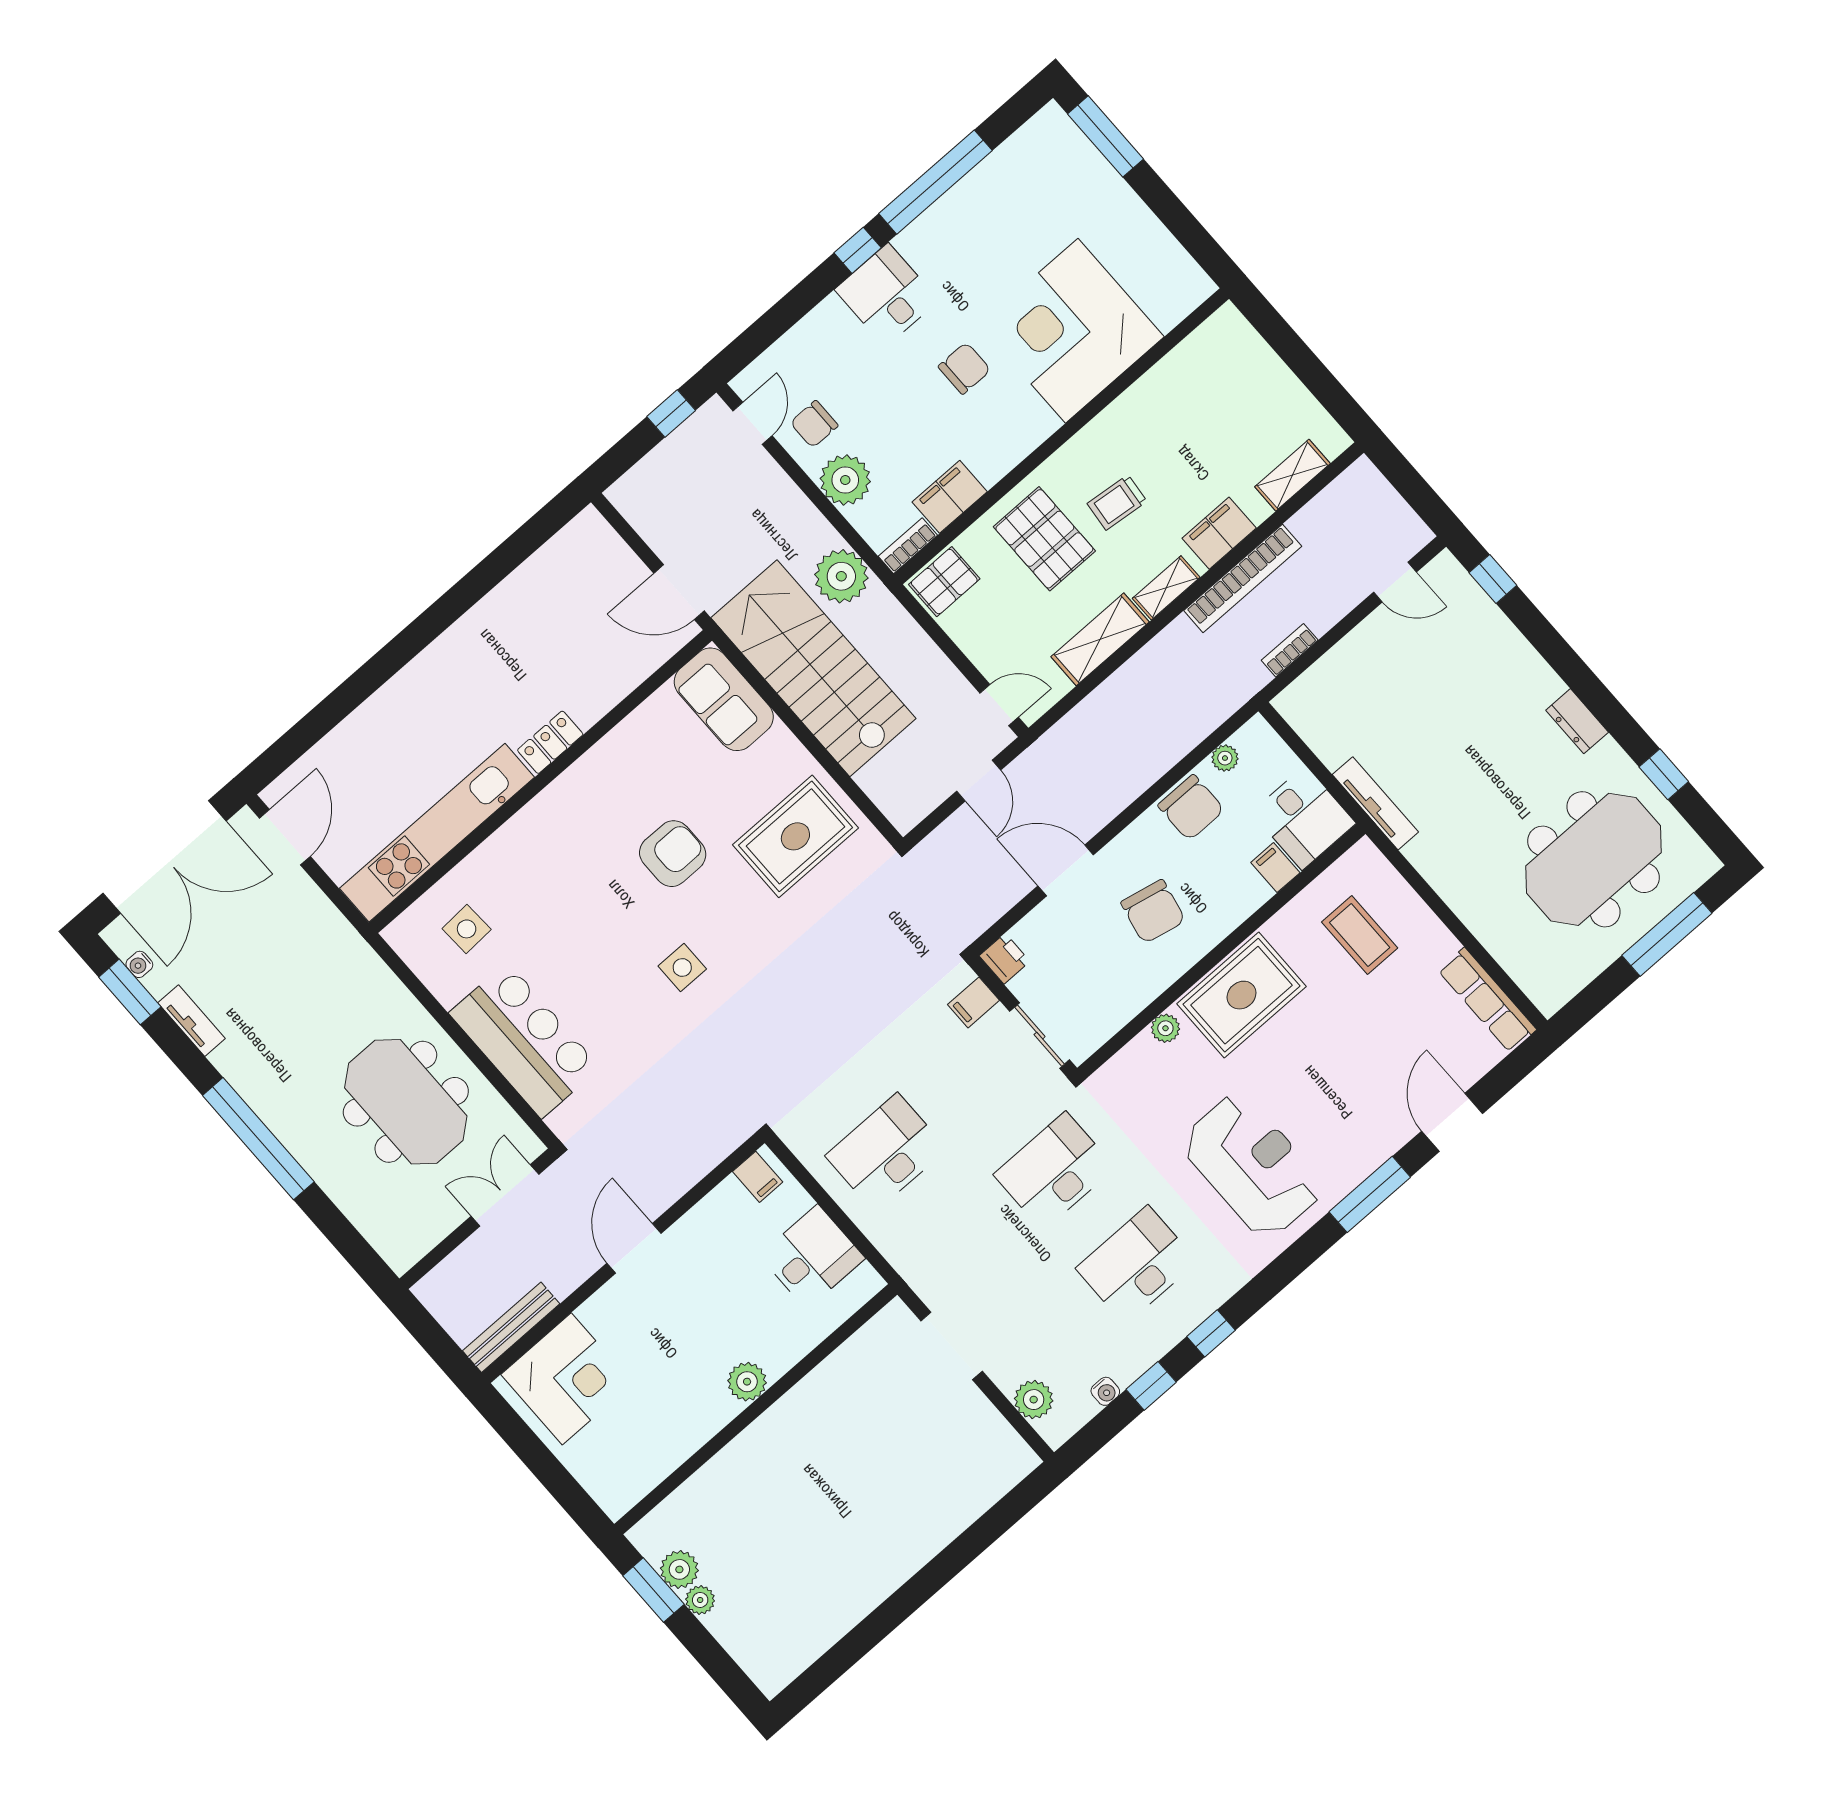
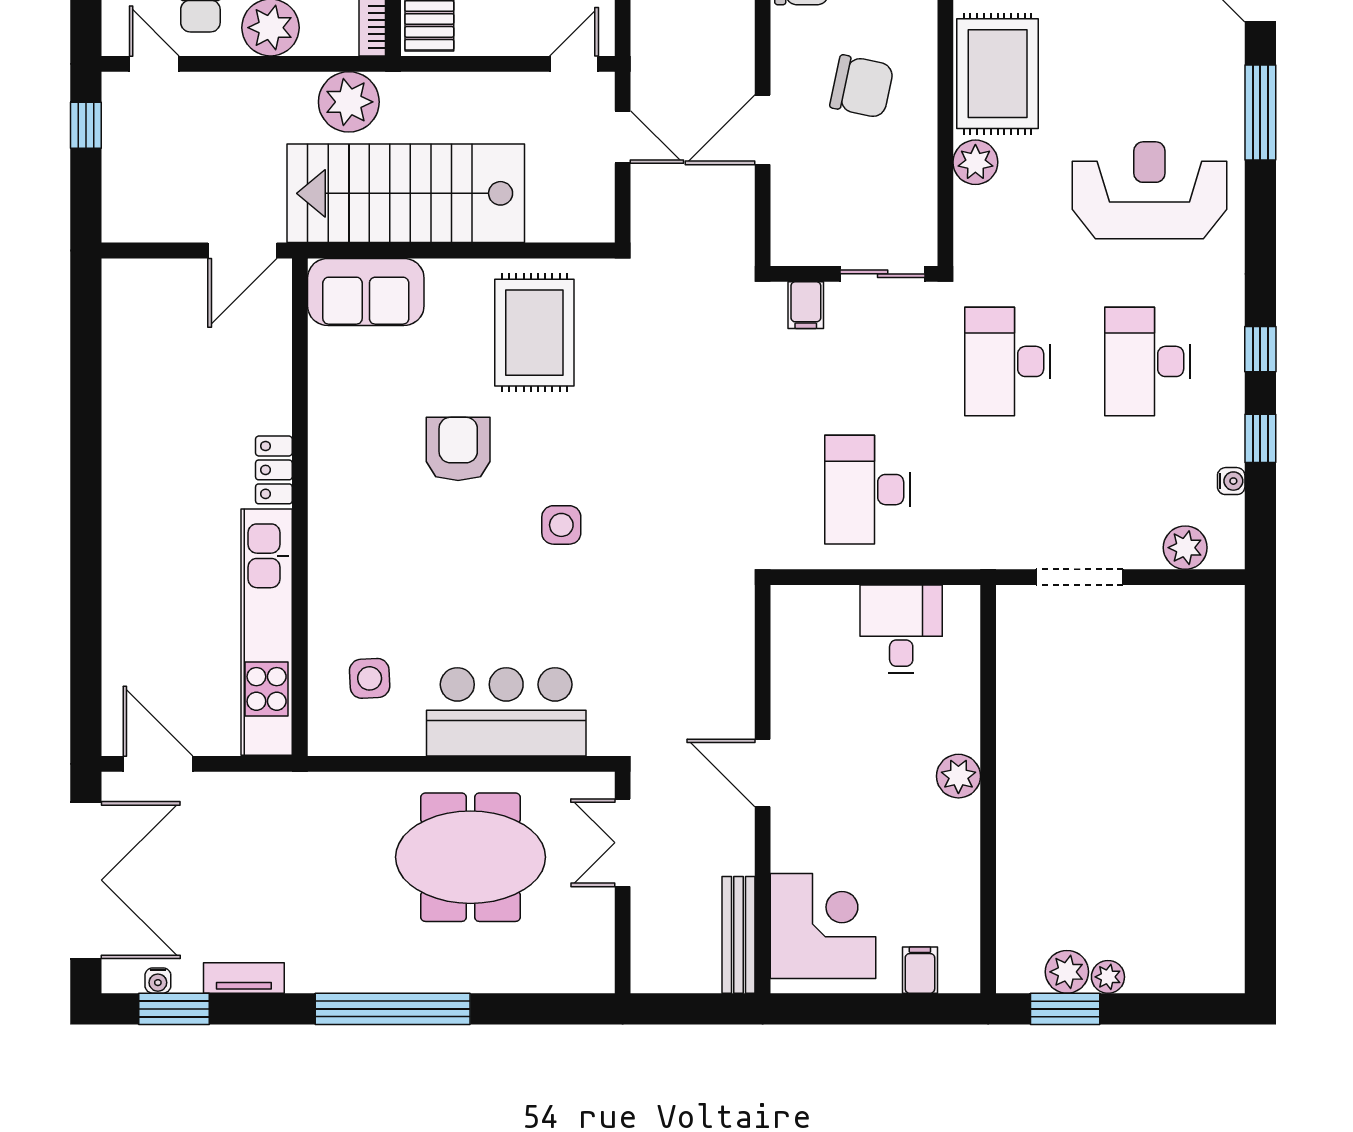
printer: (1004, 959) -> (792, 247), removed
plant: (1165, 1028) -> (975, 162), width x1.38, depth x1.38
filing cabinet: (758, 1177) -> (920, 970), moved, turned -90

